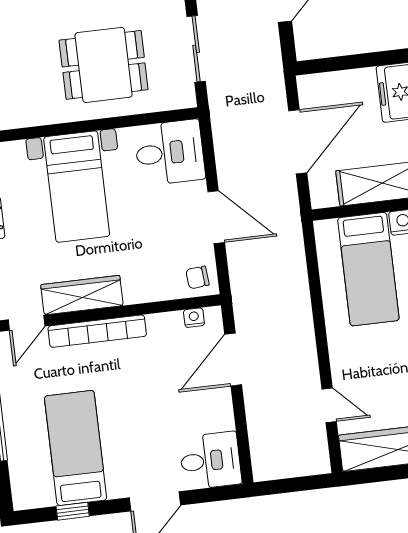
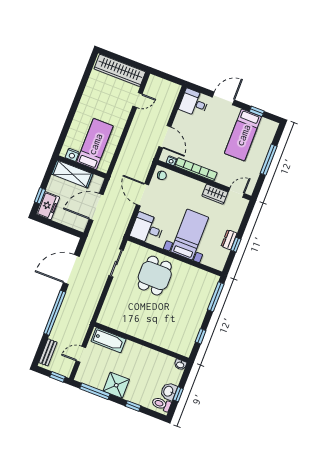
dining table: (104, 65) -> (155, 276), turned 90
wardrobe: (82, 295) -> (215, 194), width x0.67
bookcase: (97, 331) -> (196, 169), moved
door: (233, 360) -> (165, 137), hinge flipped
door: (329, 405) -> (137, 100), swing flipped

